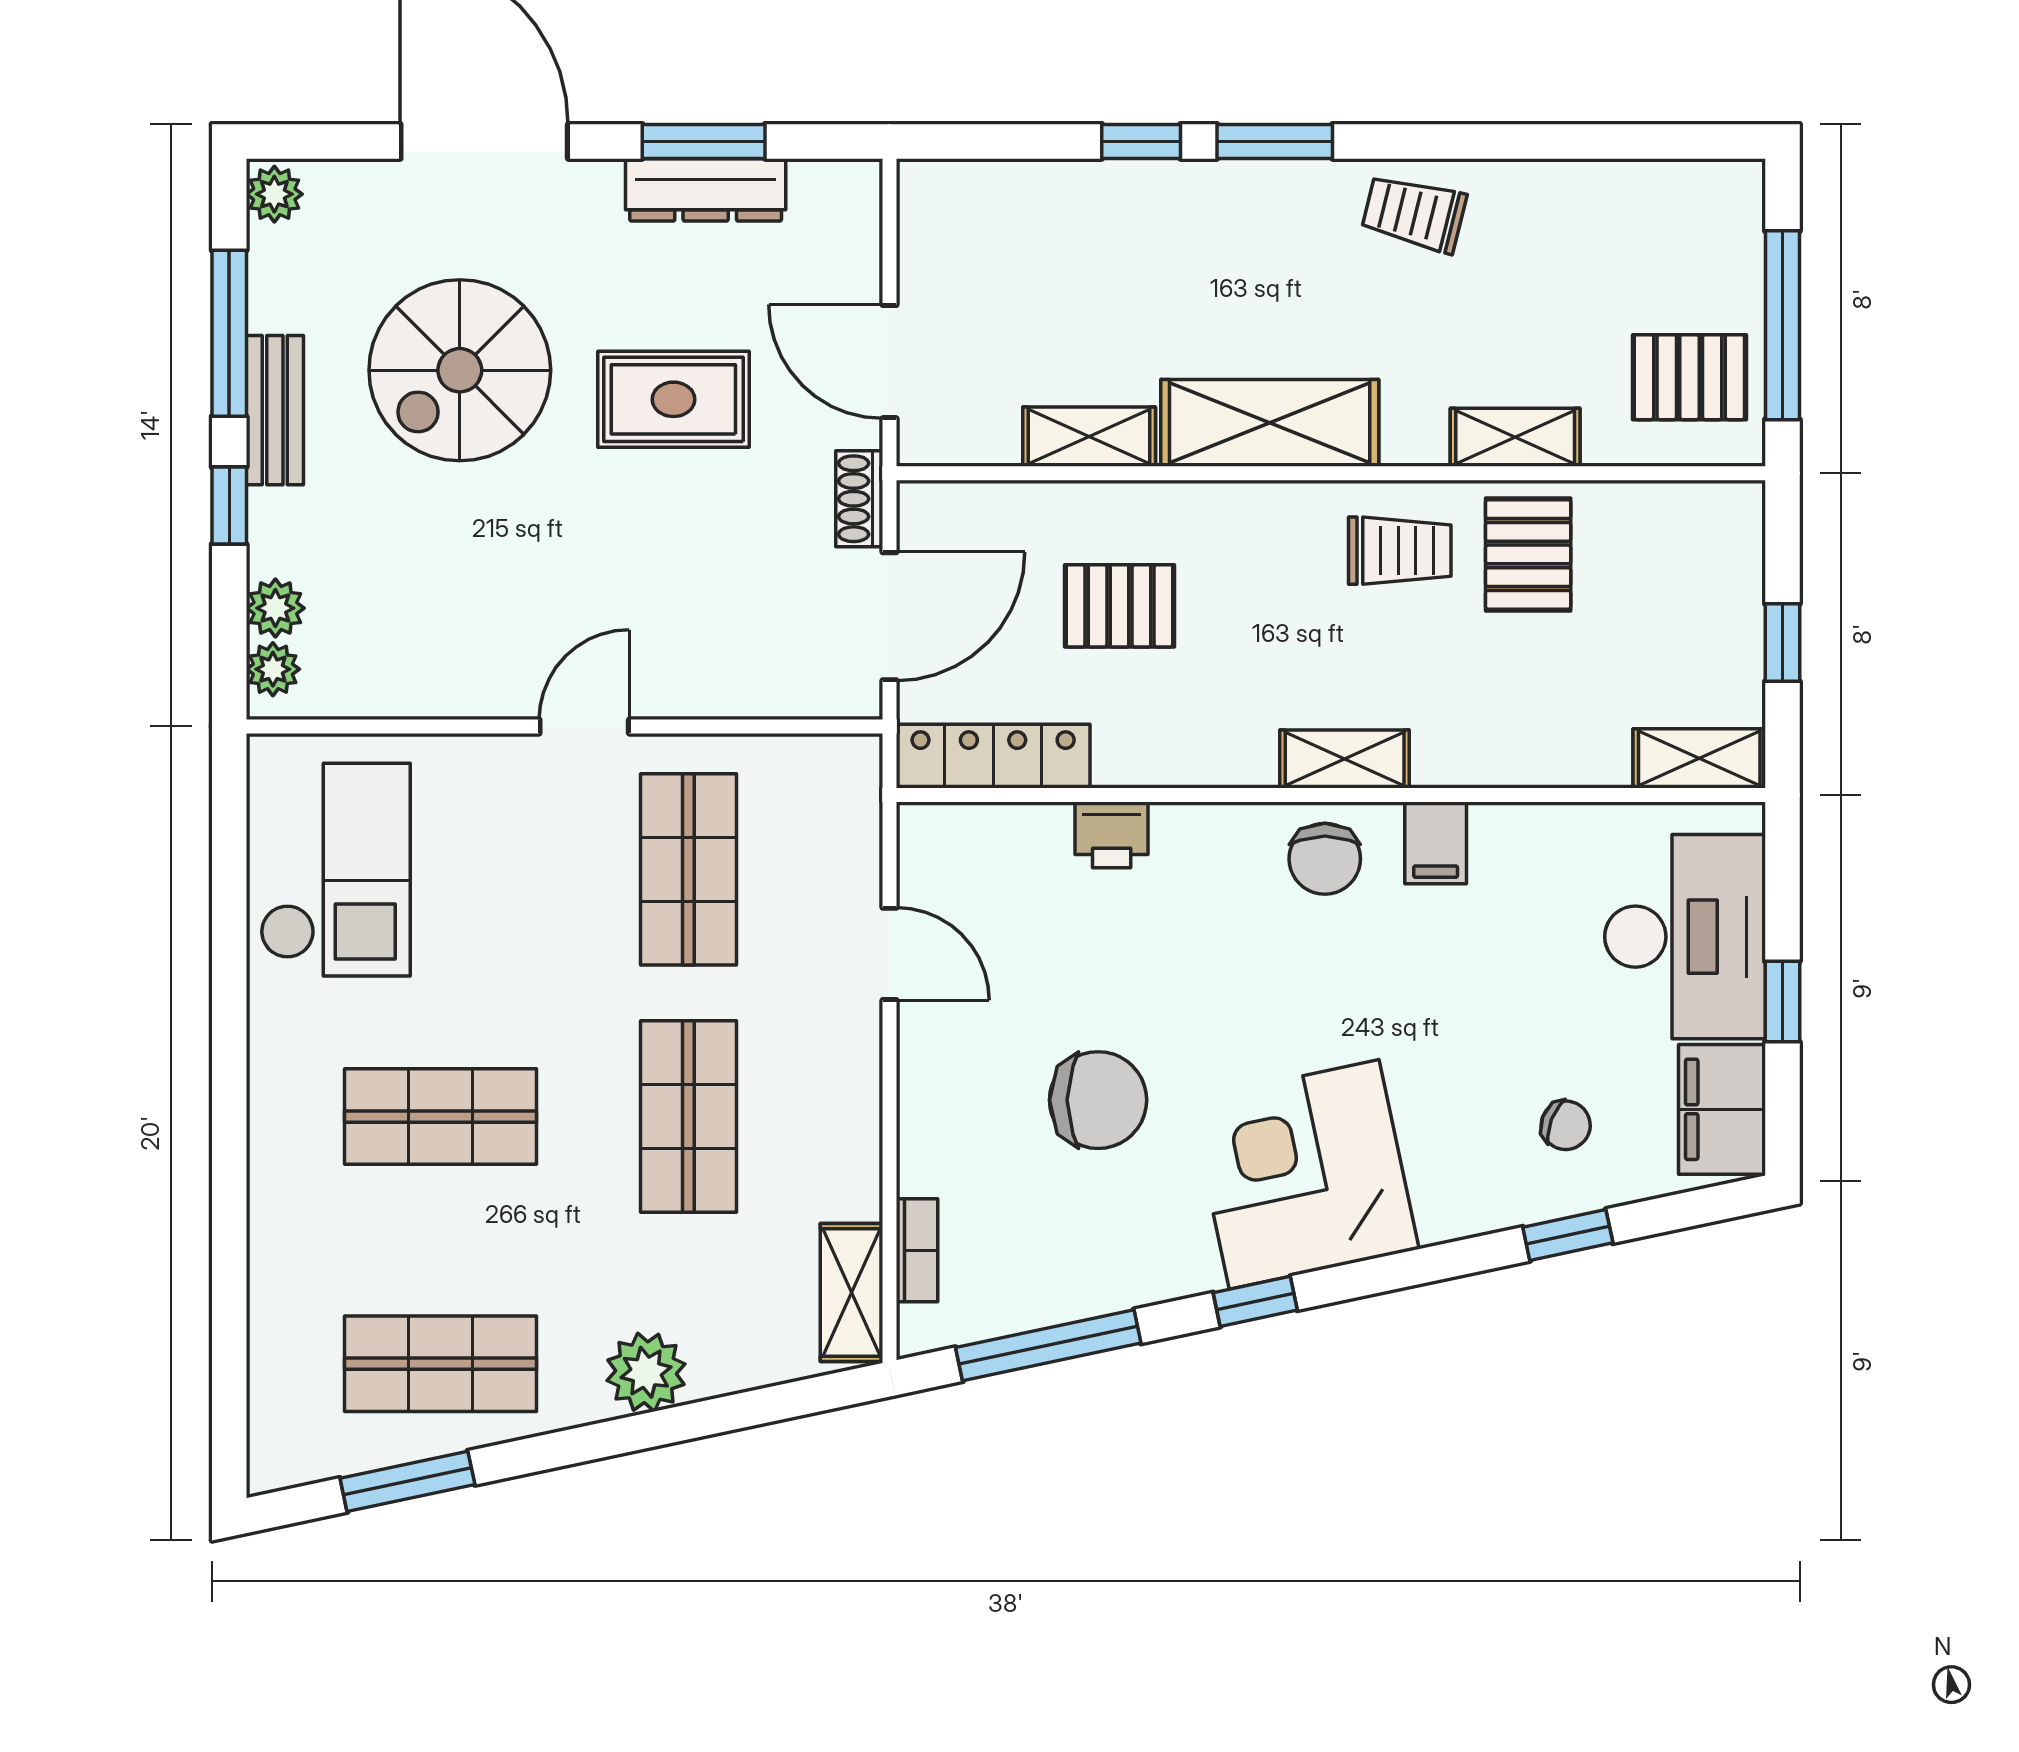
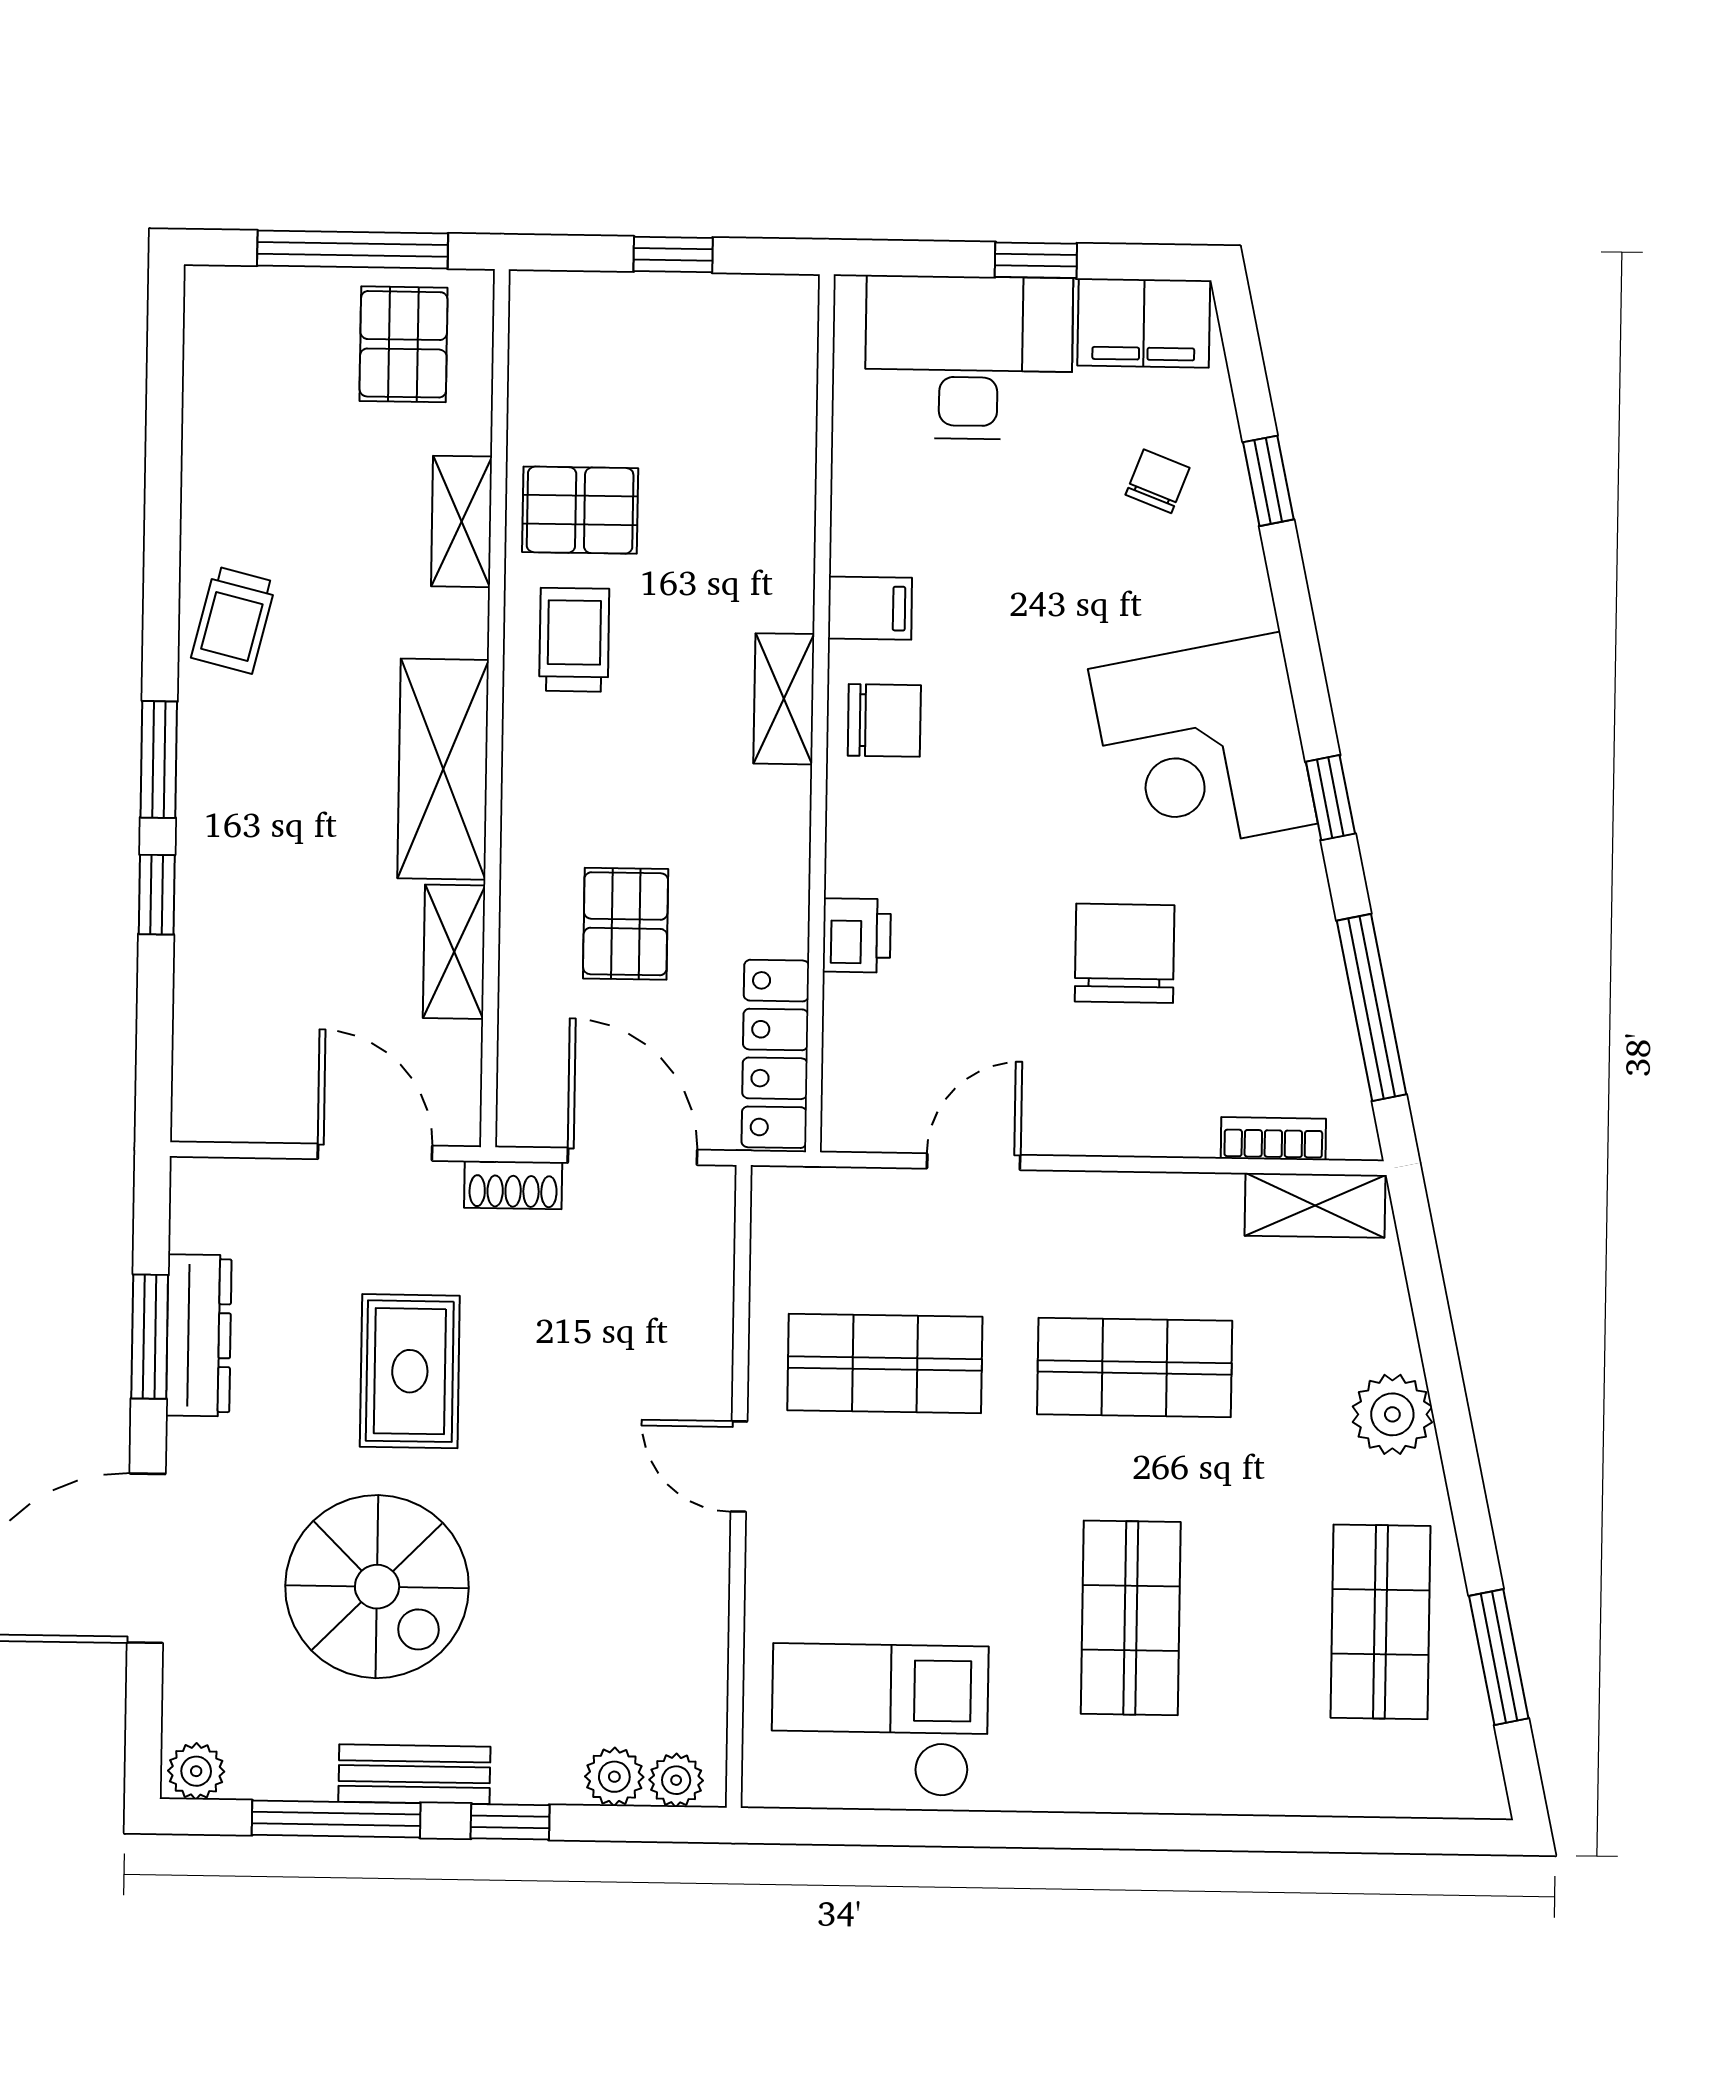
door: (889, 362) -> (375, 1152), swing flipped
shelving: (1699, 758) -> (789, 341), removed

